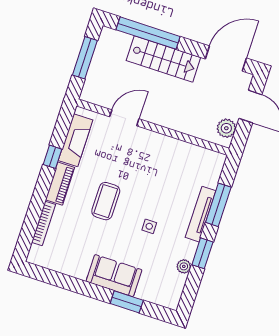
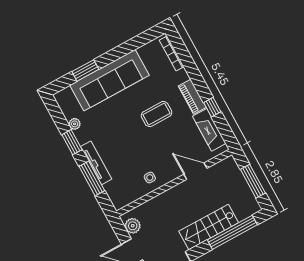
door: (124, 118) -> (195, 171), swing flipped
coffee table: (106, 201) -> (157, 114), turned 90
bookcase: (44, 223) -> (172, 53), moved
side table: (149, 226) -> (150, 177), moved
sofa: (114, 276) -> (109, 80), width x1.85, depth x1.27

